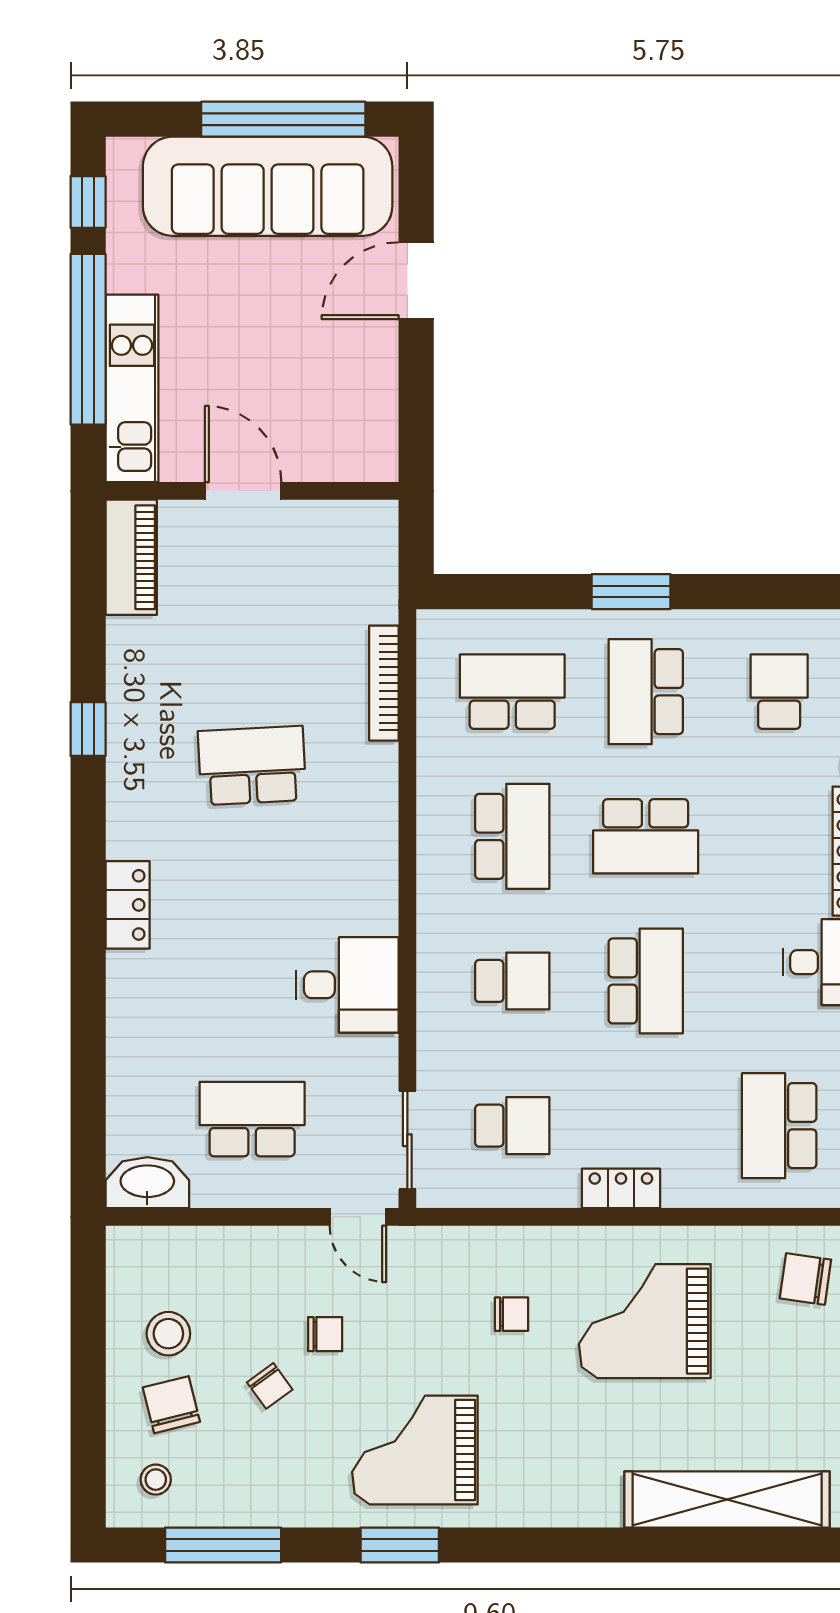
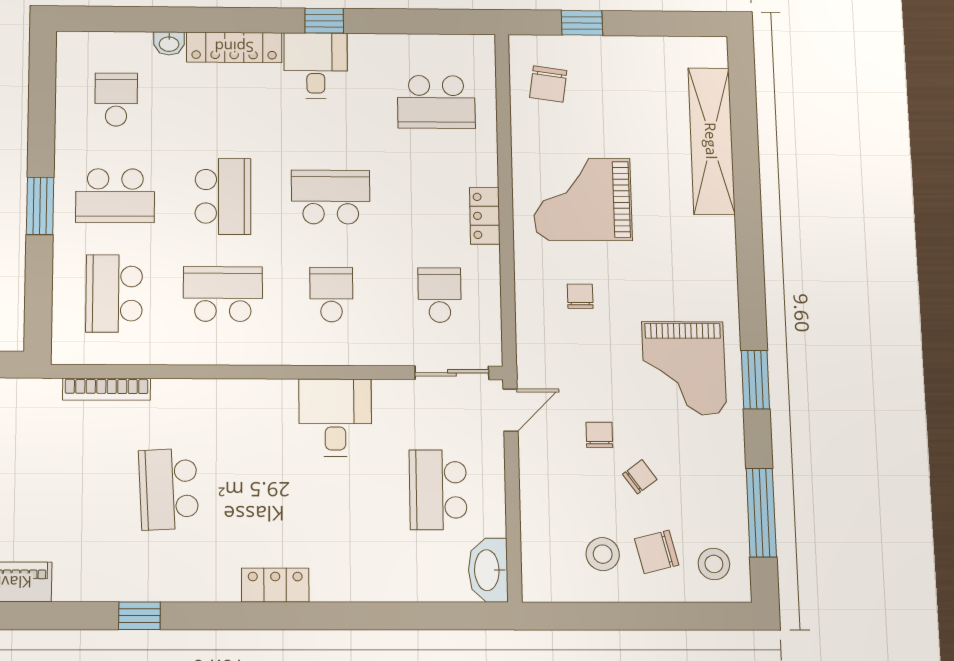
school desk: (779, 692) -> (116, 100), turned 90
grand piano: (645, 1321) -> (582, 199), turned 90
stool: (156, 1480) -> (714, 564), width x1.37, depth x1.37

